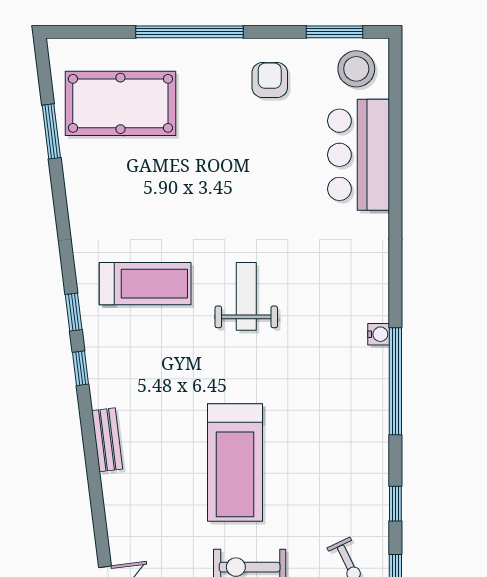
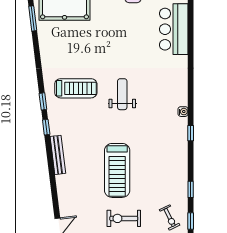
window: (395, 381) -> (191, 133), width x0.32
bench: (107, 440) -> (58, 155), width x1.36

